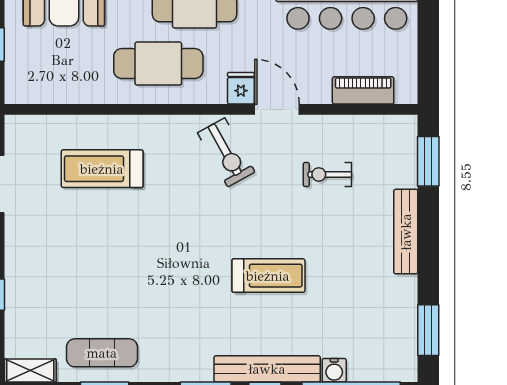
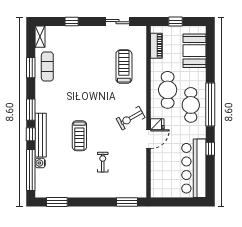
piano: (363, 90) -> (156, 46), moved
exercise bike: (327, 174) -> (103, 162), moved
bench: (406, 232) -> (98, 193), removed

